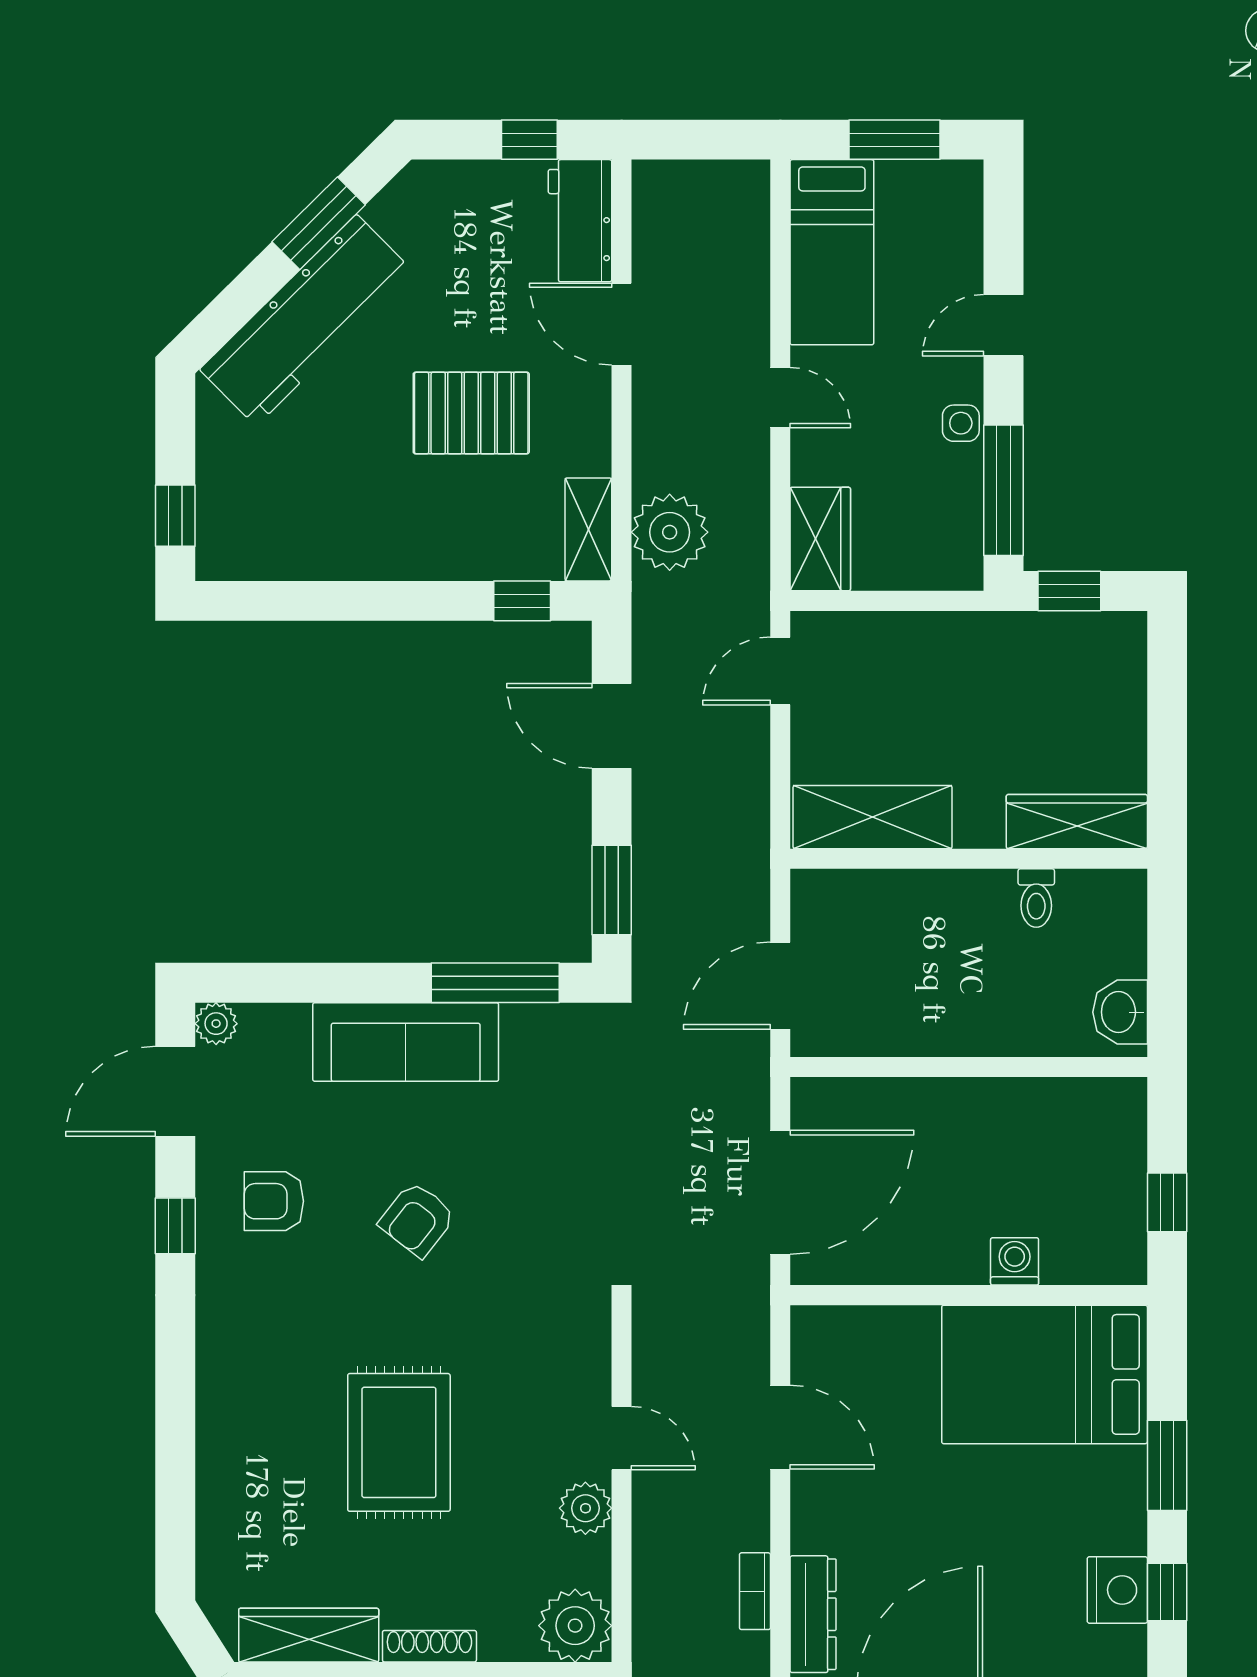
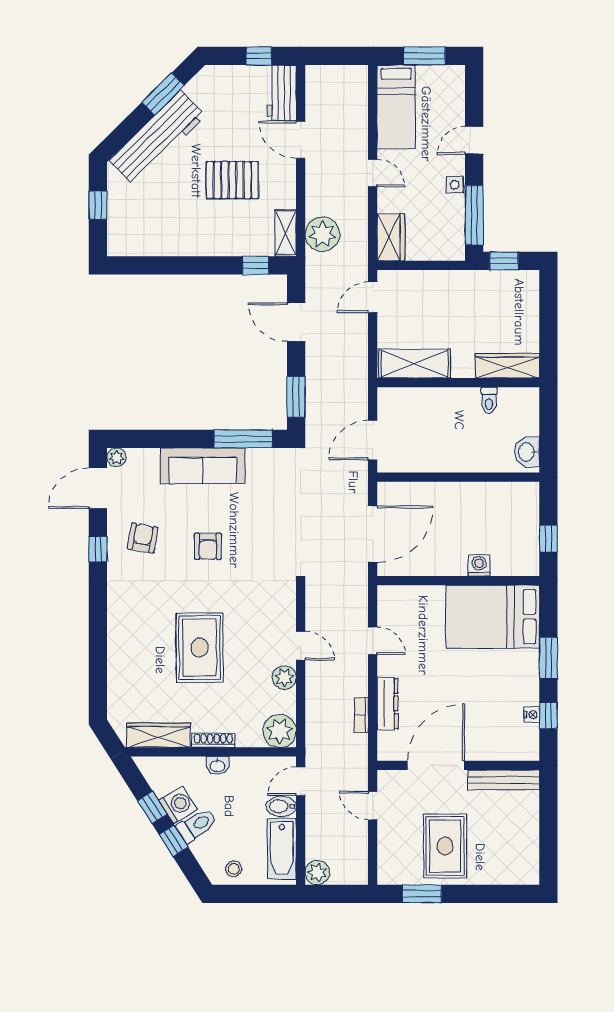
window: (175, 516) -> (98, 205), moved
armchair: (274, 1201) -> (143, 538), turned 100
armchair: (417, 1219) -> (208, 546), turned -38
door: (780, 1427) -> (373, 641), width x0.73
nightstand: (1117, 1590) -> (532, 715), width x0.53, depth x0.56
dresser: (813, 1614) -> (388, 704), moved

